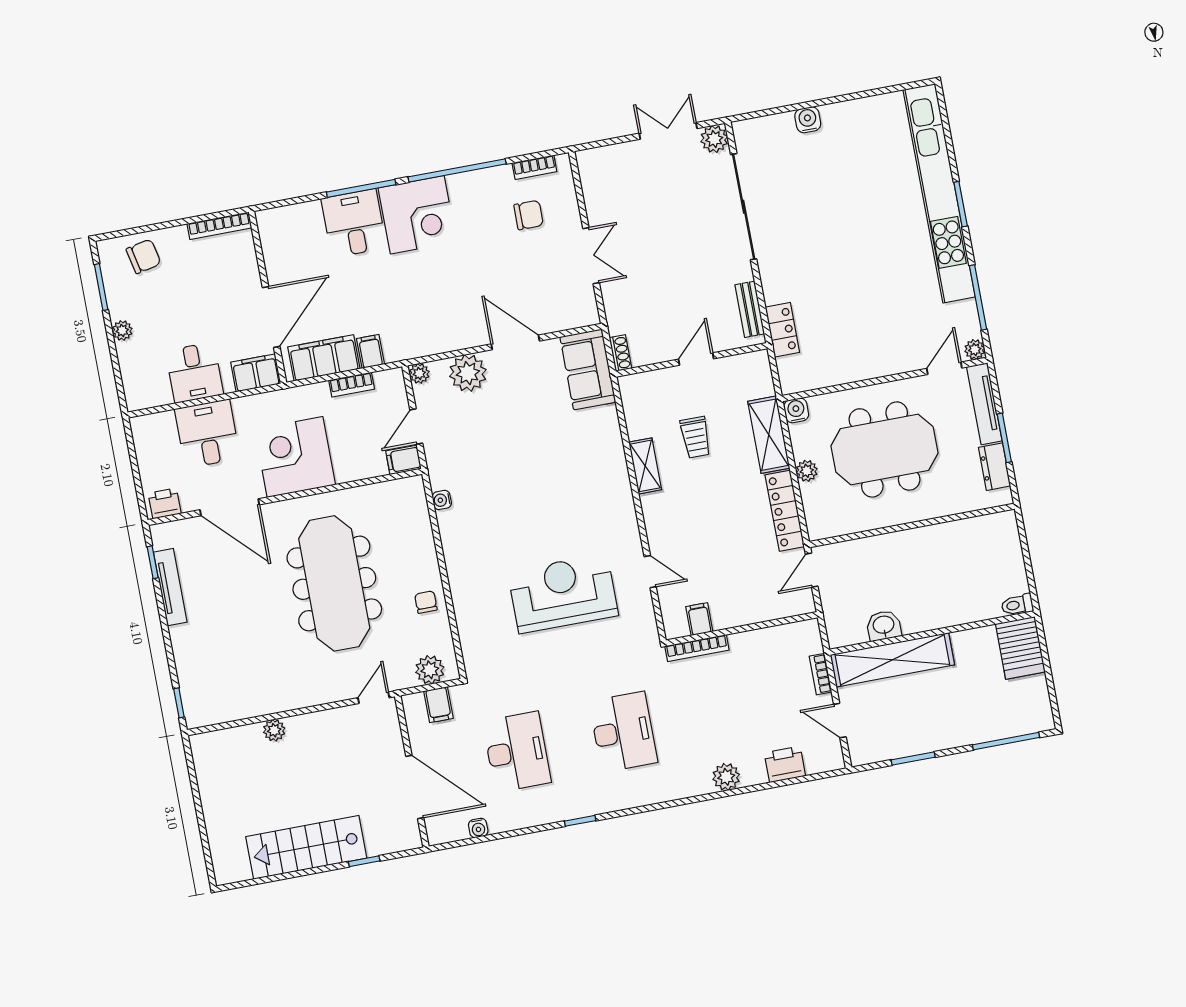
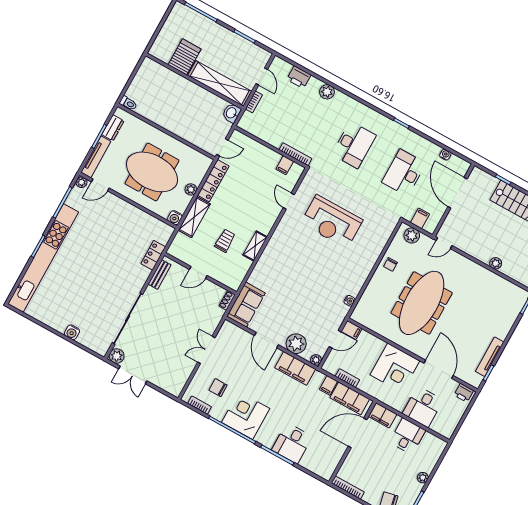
corner desk: (417, 215) -> (246, 415), moved
filing cabinet: (440, 336) -> (295, 368), added
toilet: (1017, 605) -> (128, 103), moved
washbasin: (884, 625) -> (232, 113), moved, turned 90
server rack: (1020, 648) -> (185, 57), moved
desk: (623, 732) -> (354, 145), turned 180

